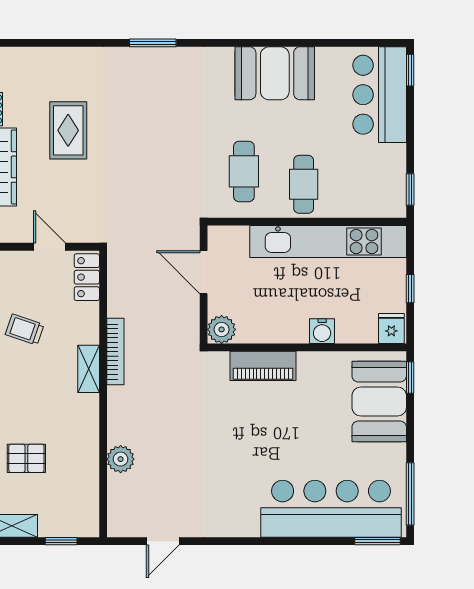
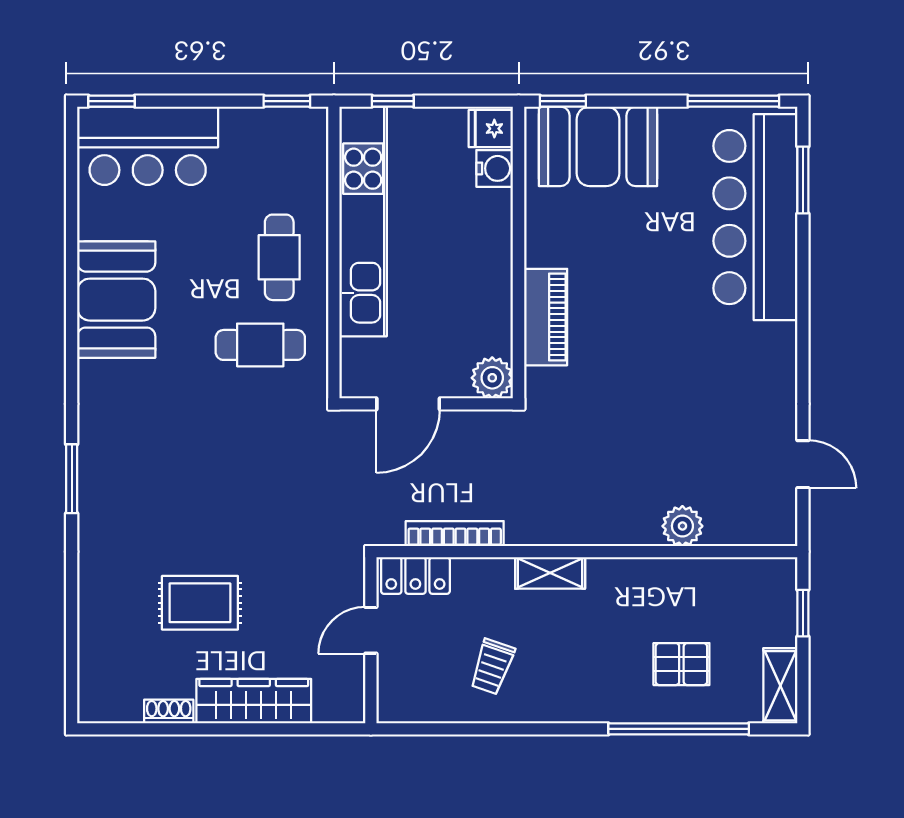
cafe table: (304, 184) -> (279, 257), turned 90
window: (410, 289) -> (393, 101), moved
water cooler: (322, 331) -> (495, 168), moved
bookcase: (115, 352) -> (455, 534), moved
pallet: (26, 458) -> (681, 664), turned 90
window: (377, 541) -> (803, 180), moved

